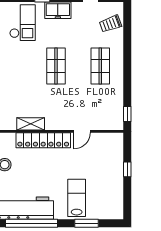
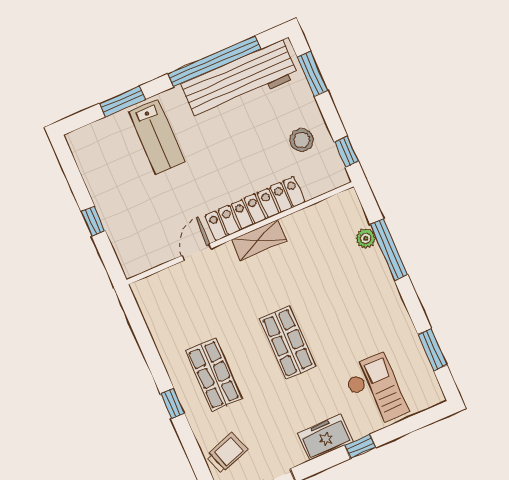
checkout: (22, 23) -> (375, 391), turned 180
window: (127, 114) -> (172, 404), moved
shelving: (31, 124) -> (259, 240), moved

